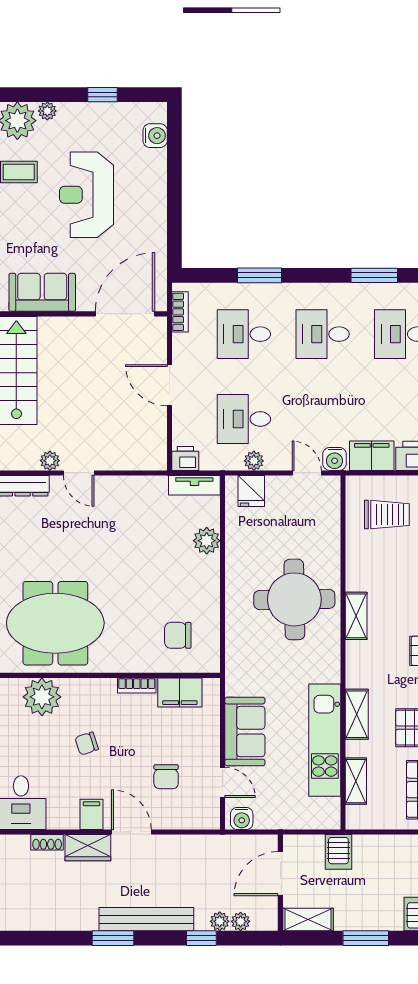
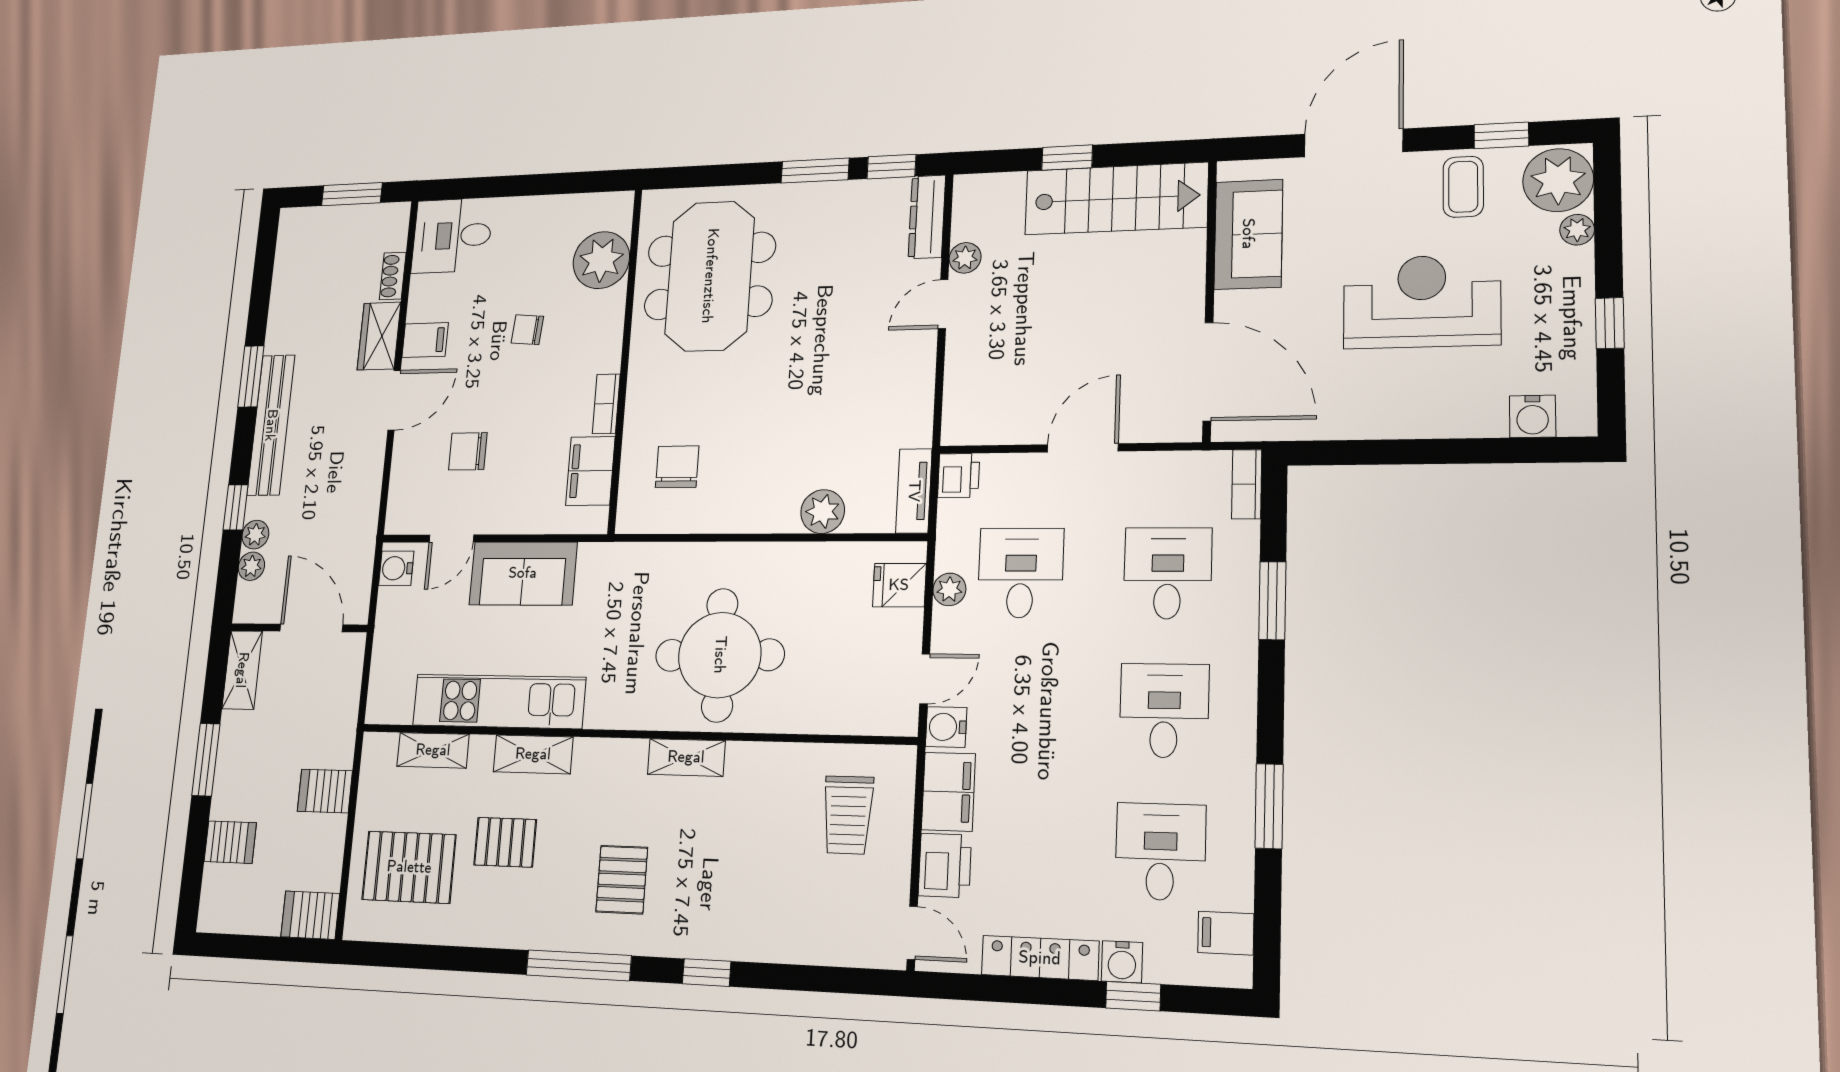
bookcase: (180, 312) -> (1247, 484), moved, turned 90
chair: (87, 743) -> (527, 330), turned -67
server rack: (338, 852) -> (325, 791), moved

